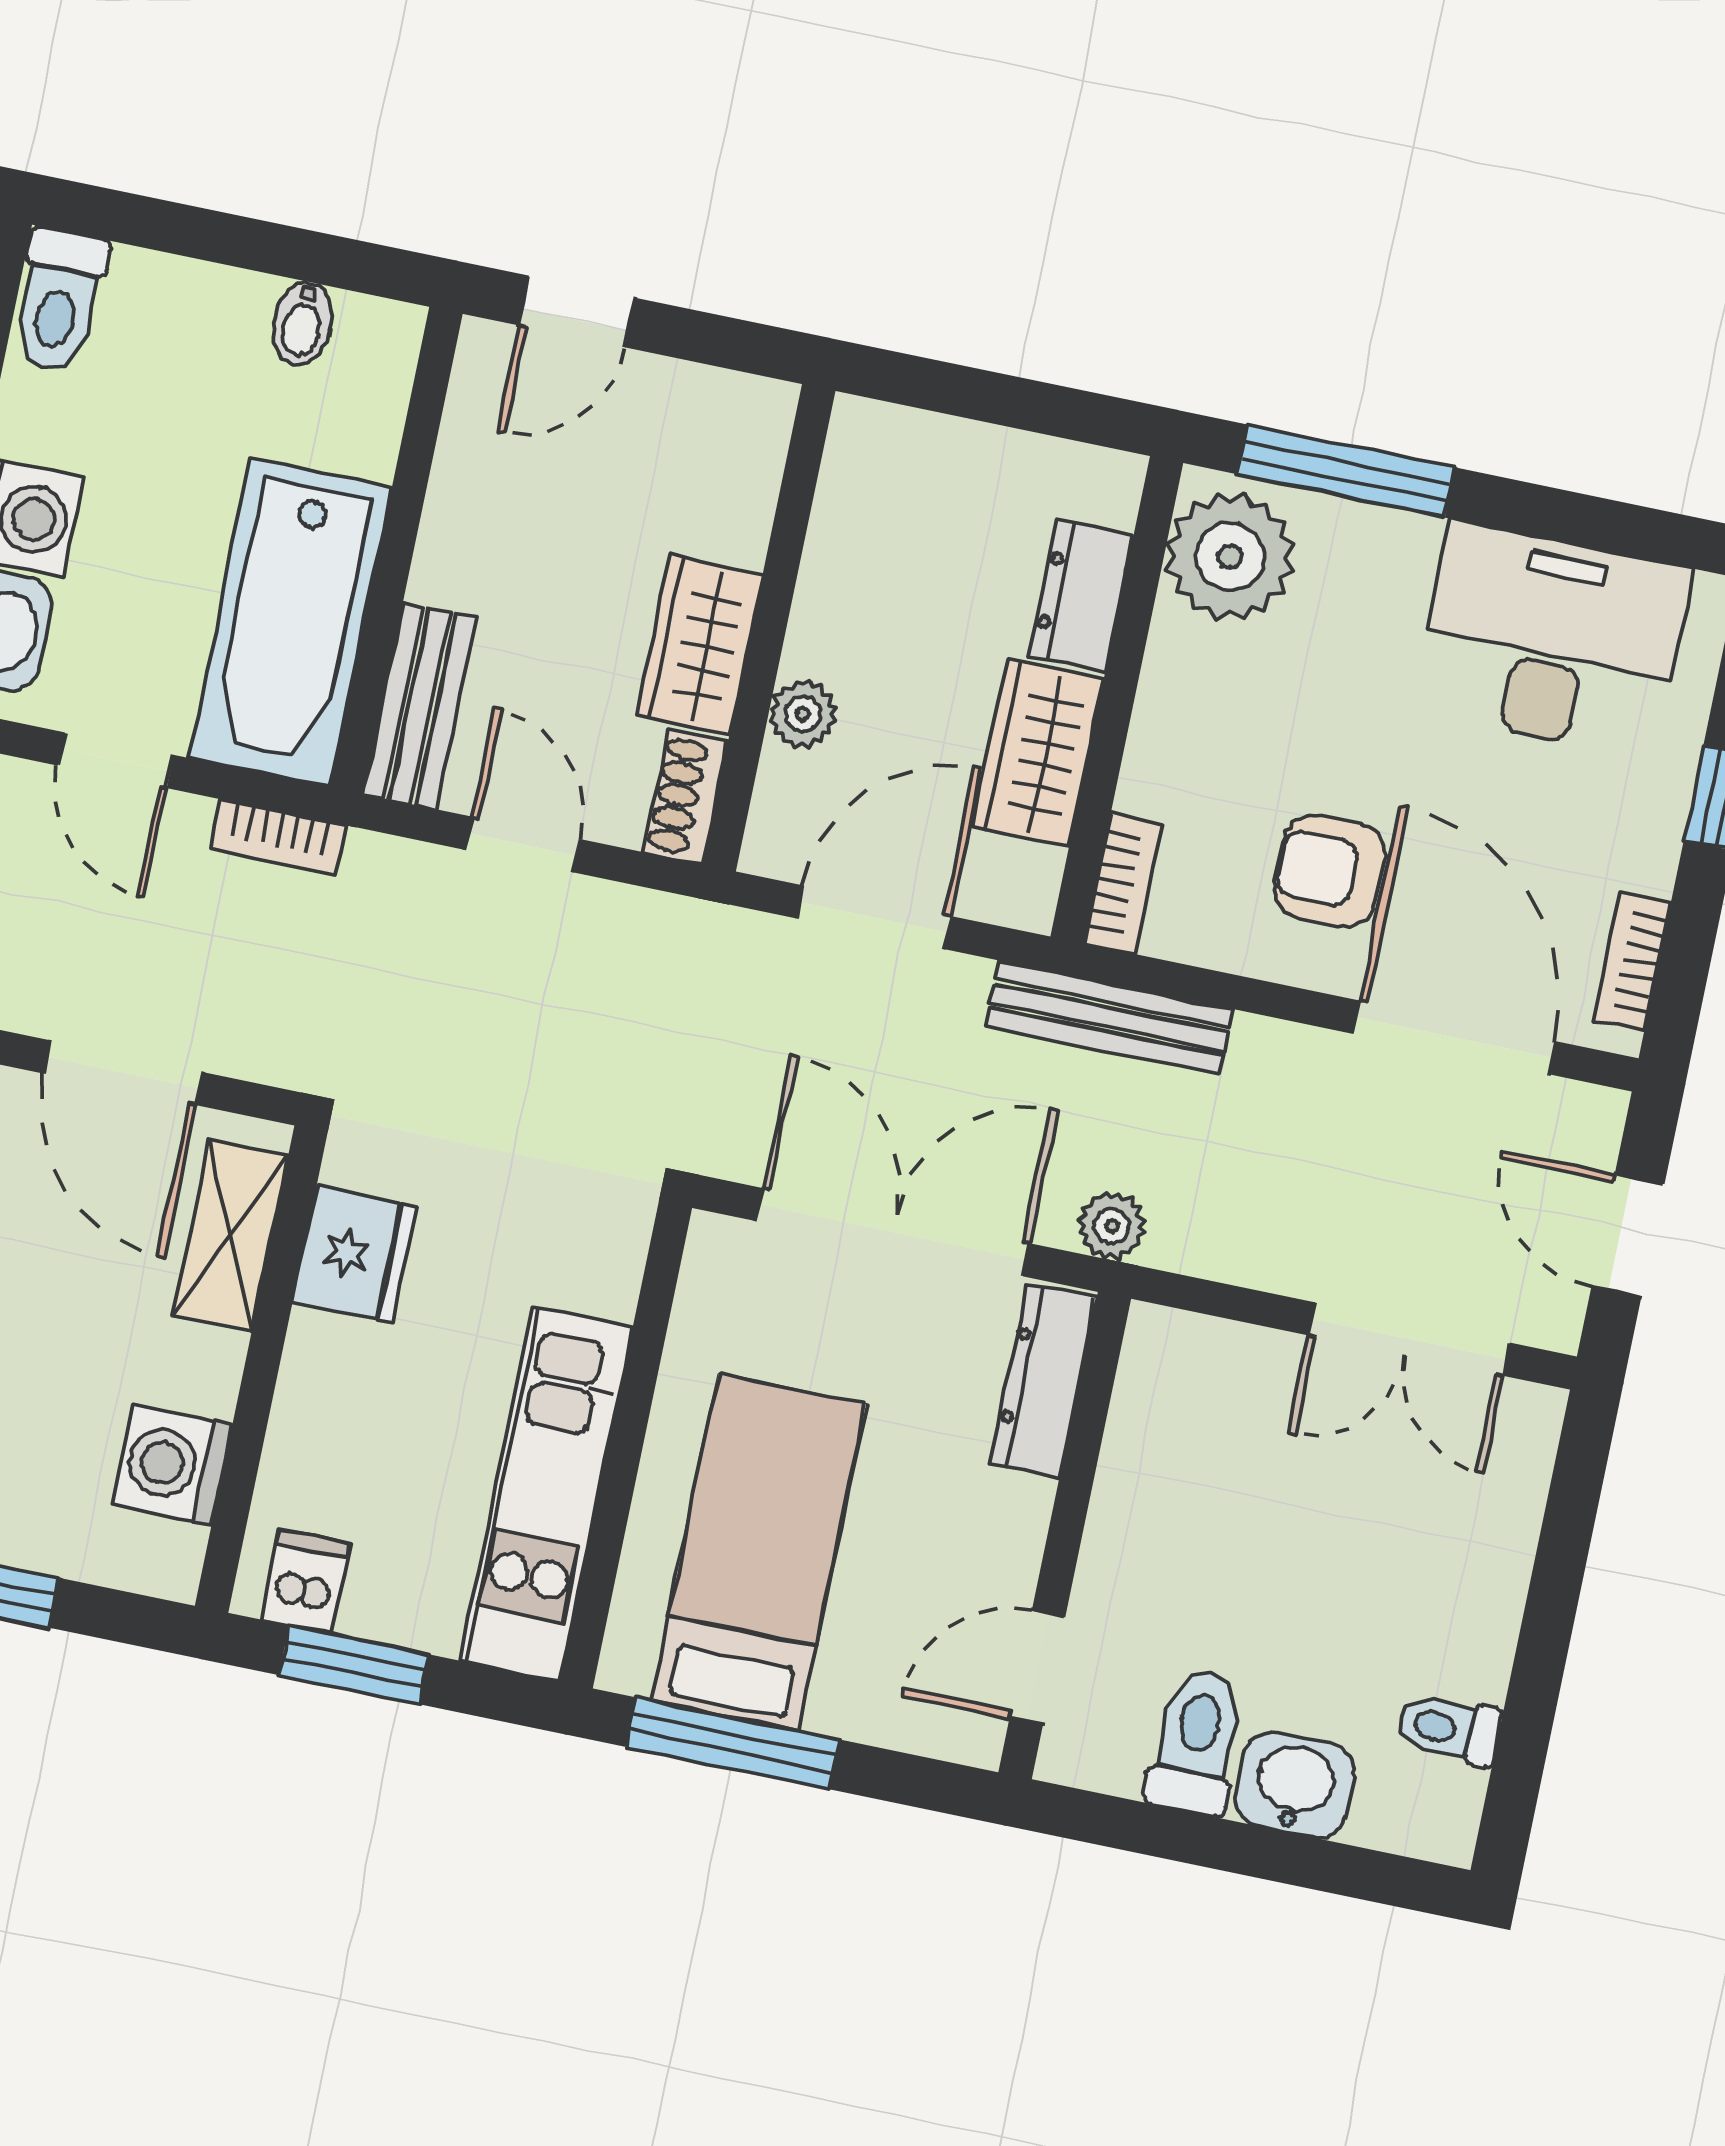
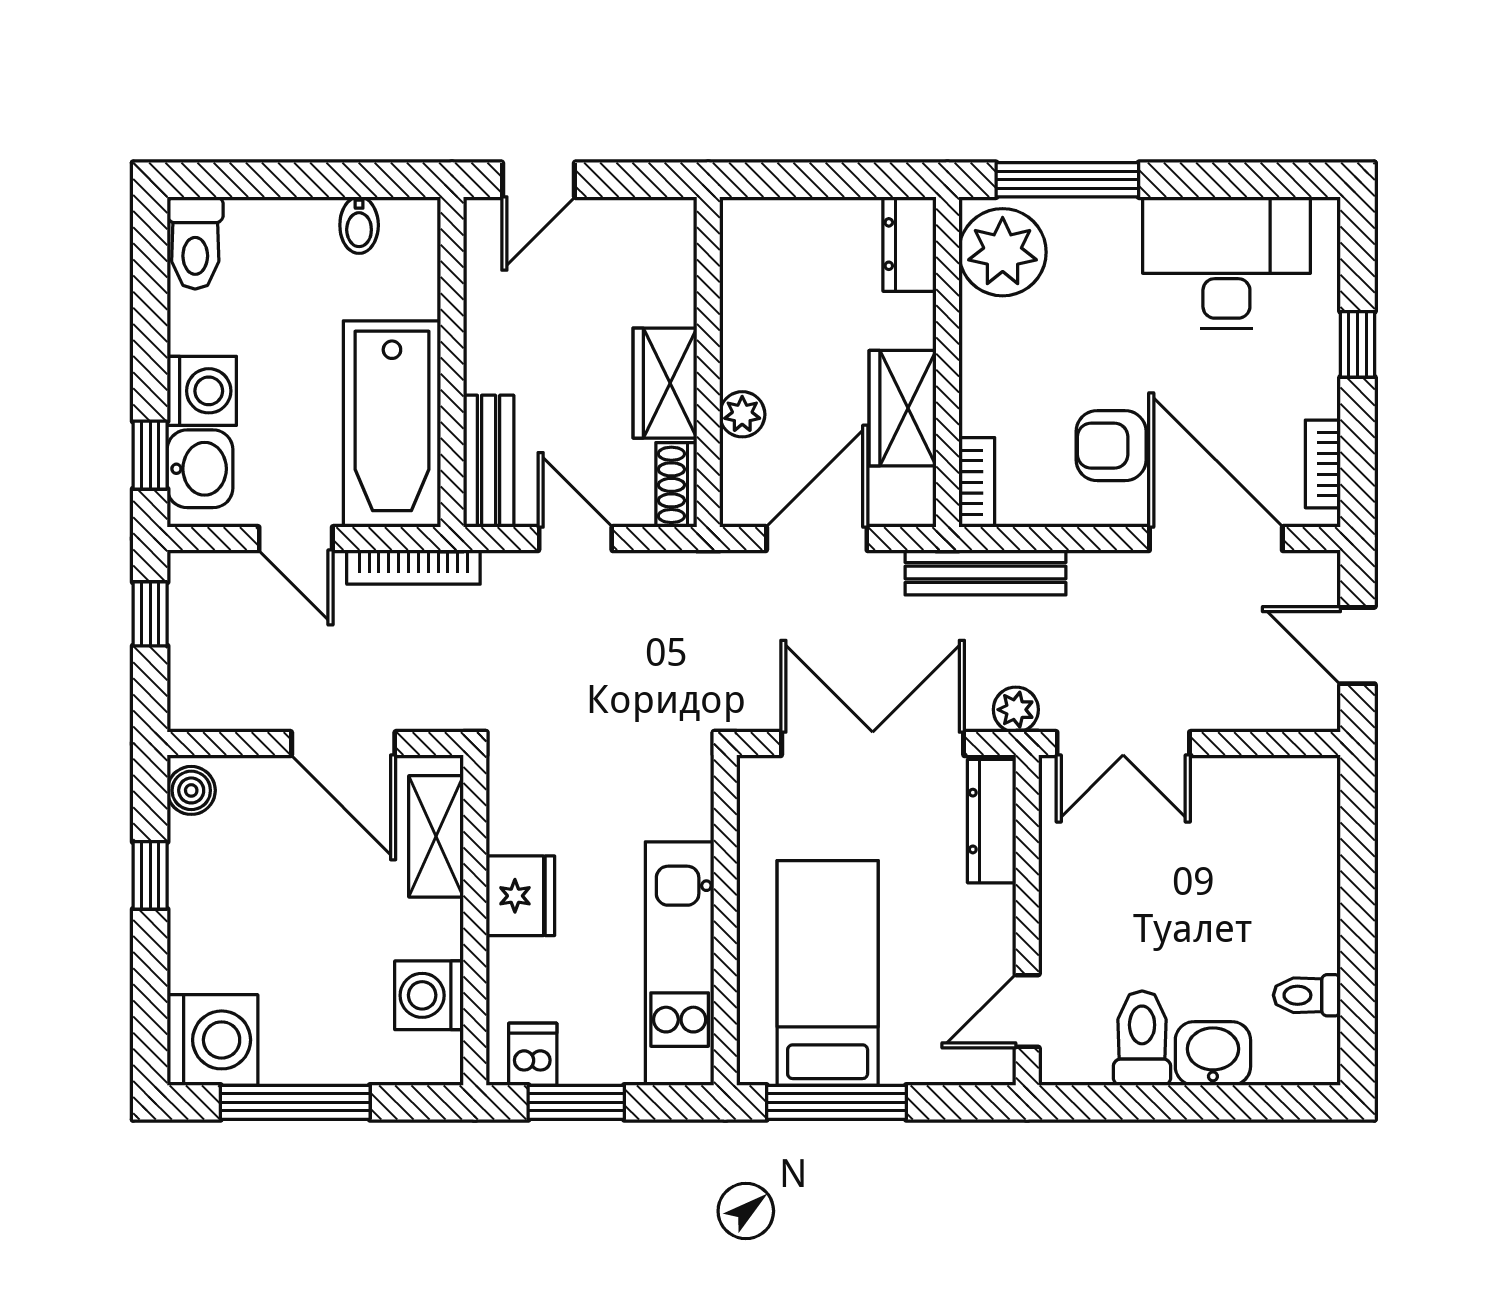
dresser: (1081, 596) -> (910, 244), moved
bookcase: (279, 837) -> (413, 567), width x1.56
fridge: (354, 1255) -> (520, 896), moved
double door: (1409, 1339) -> (1123, 744), moved

